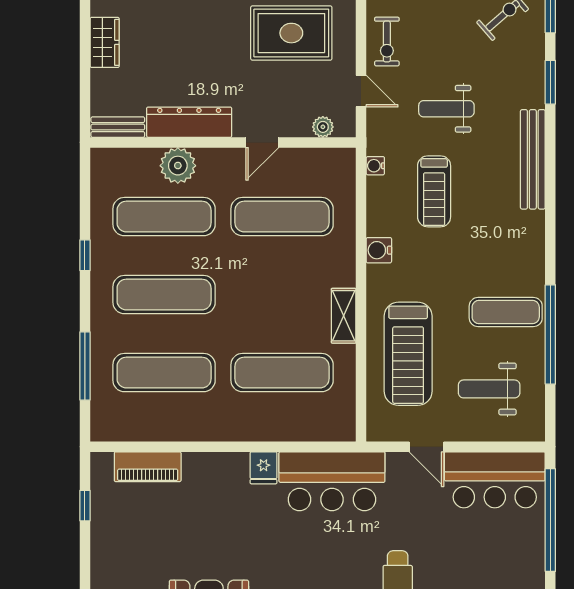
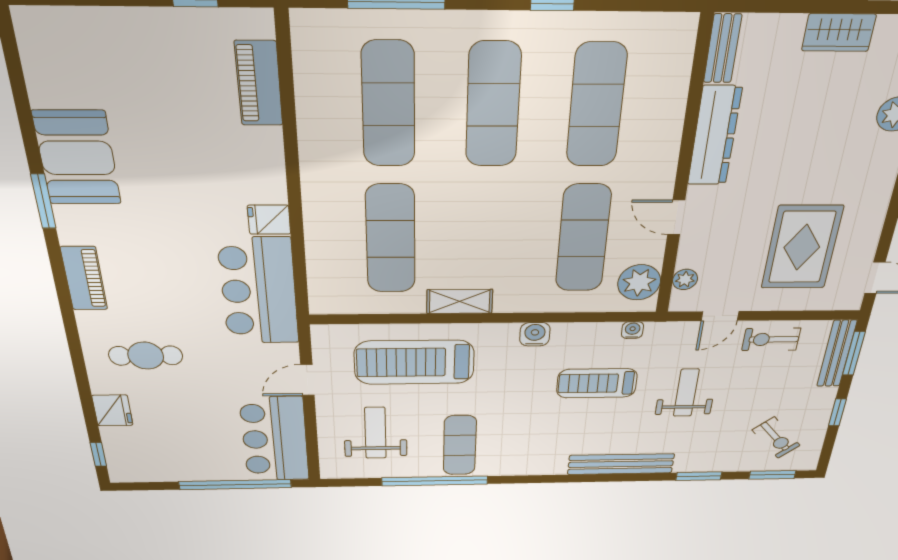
plant: (178, 166) -> (639, 282), moved

